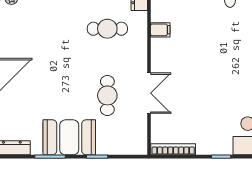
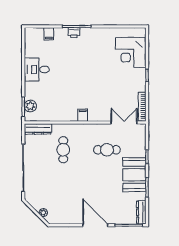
filing cabinet: (160, 30) -> (83, 115), moved
double door: (149, 93) -> (124, 123), moved

